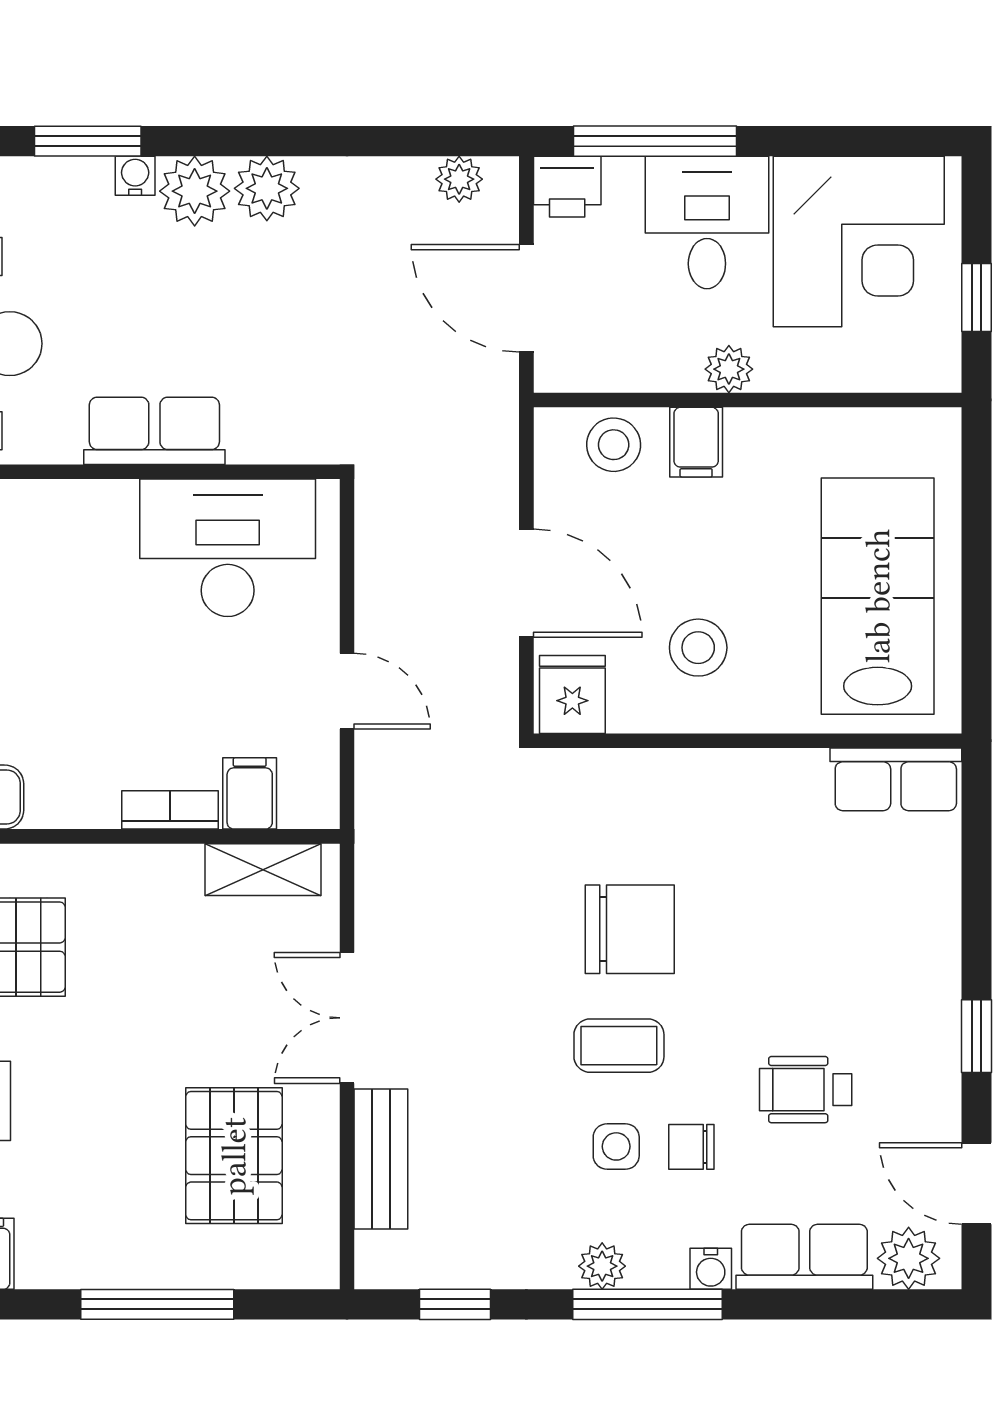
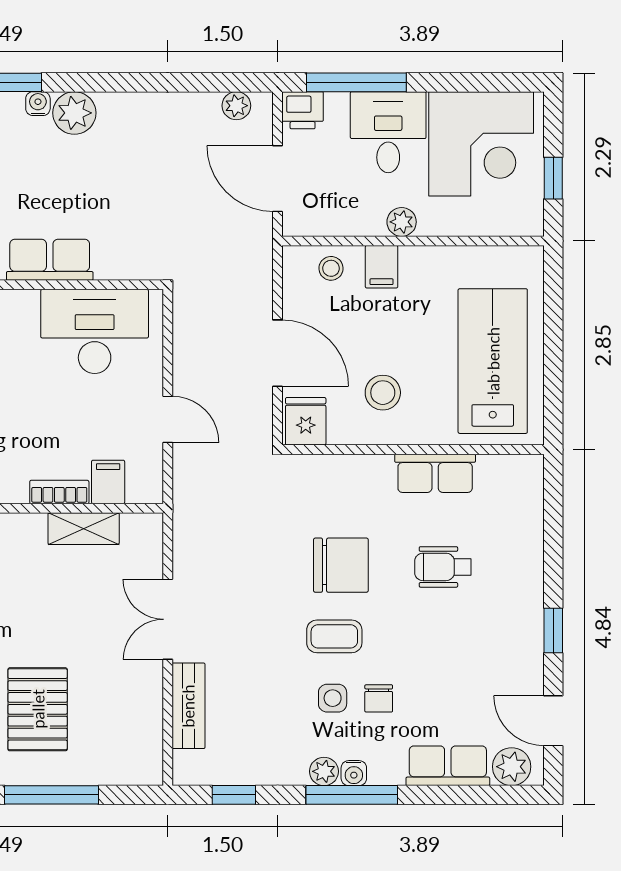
plant: (267, 188) -> (119, 111), removed
stool: (614, 445) -> (331, 268), width x0.73, depth x0.73
row of seats: (896, 779) -> (435, 473), moved
shelving: (263, 870) -> (84, 529), moved
wheelchair: (806, 1090) -> (443, 567), moved
chair: (691, 1147) -> (379, 698), turned -90
pallet: (234, 1156) -> (38, 709), moved
water cooler: (711, 1269) -> (354, 773), moved

